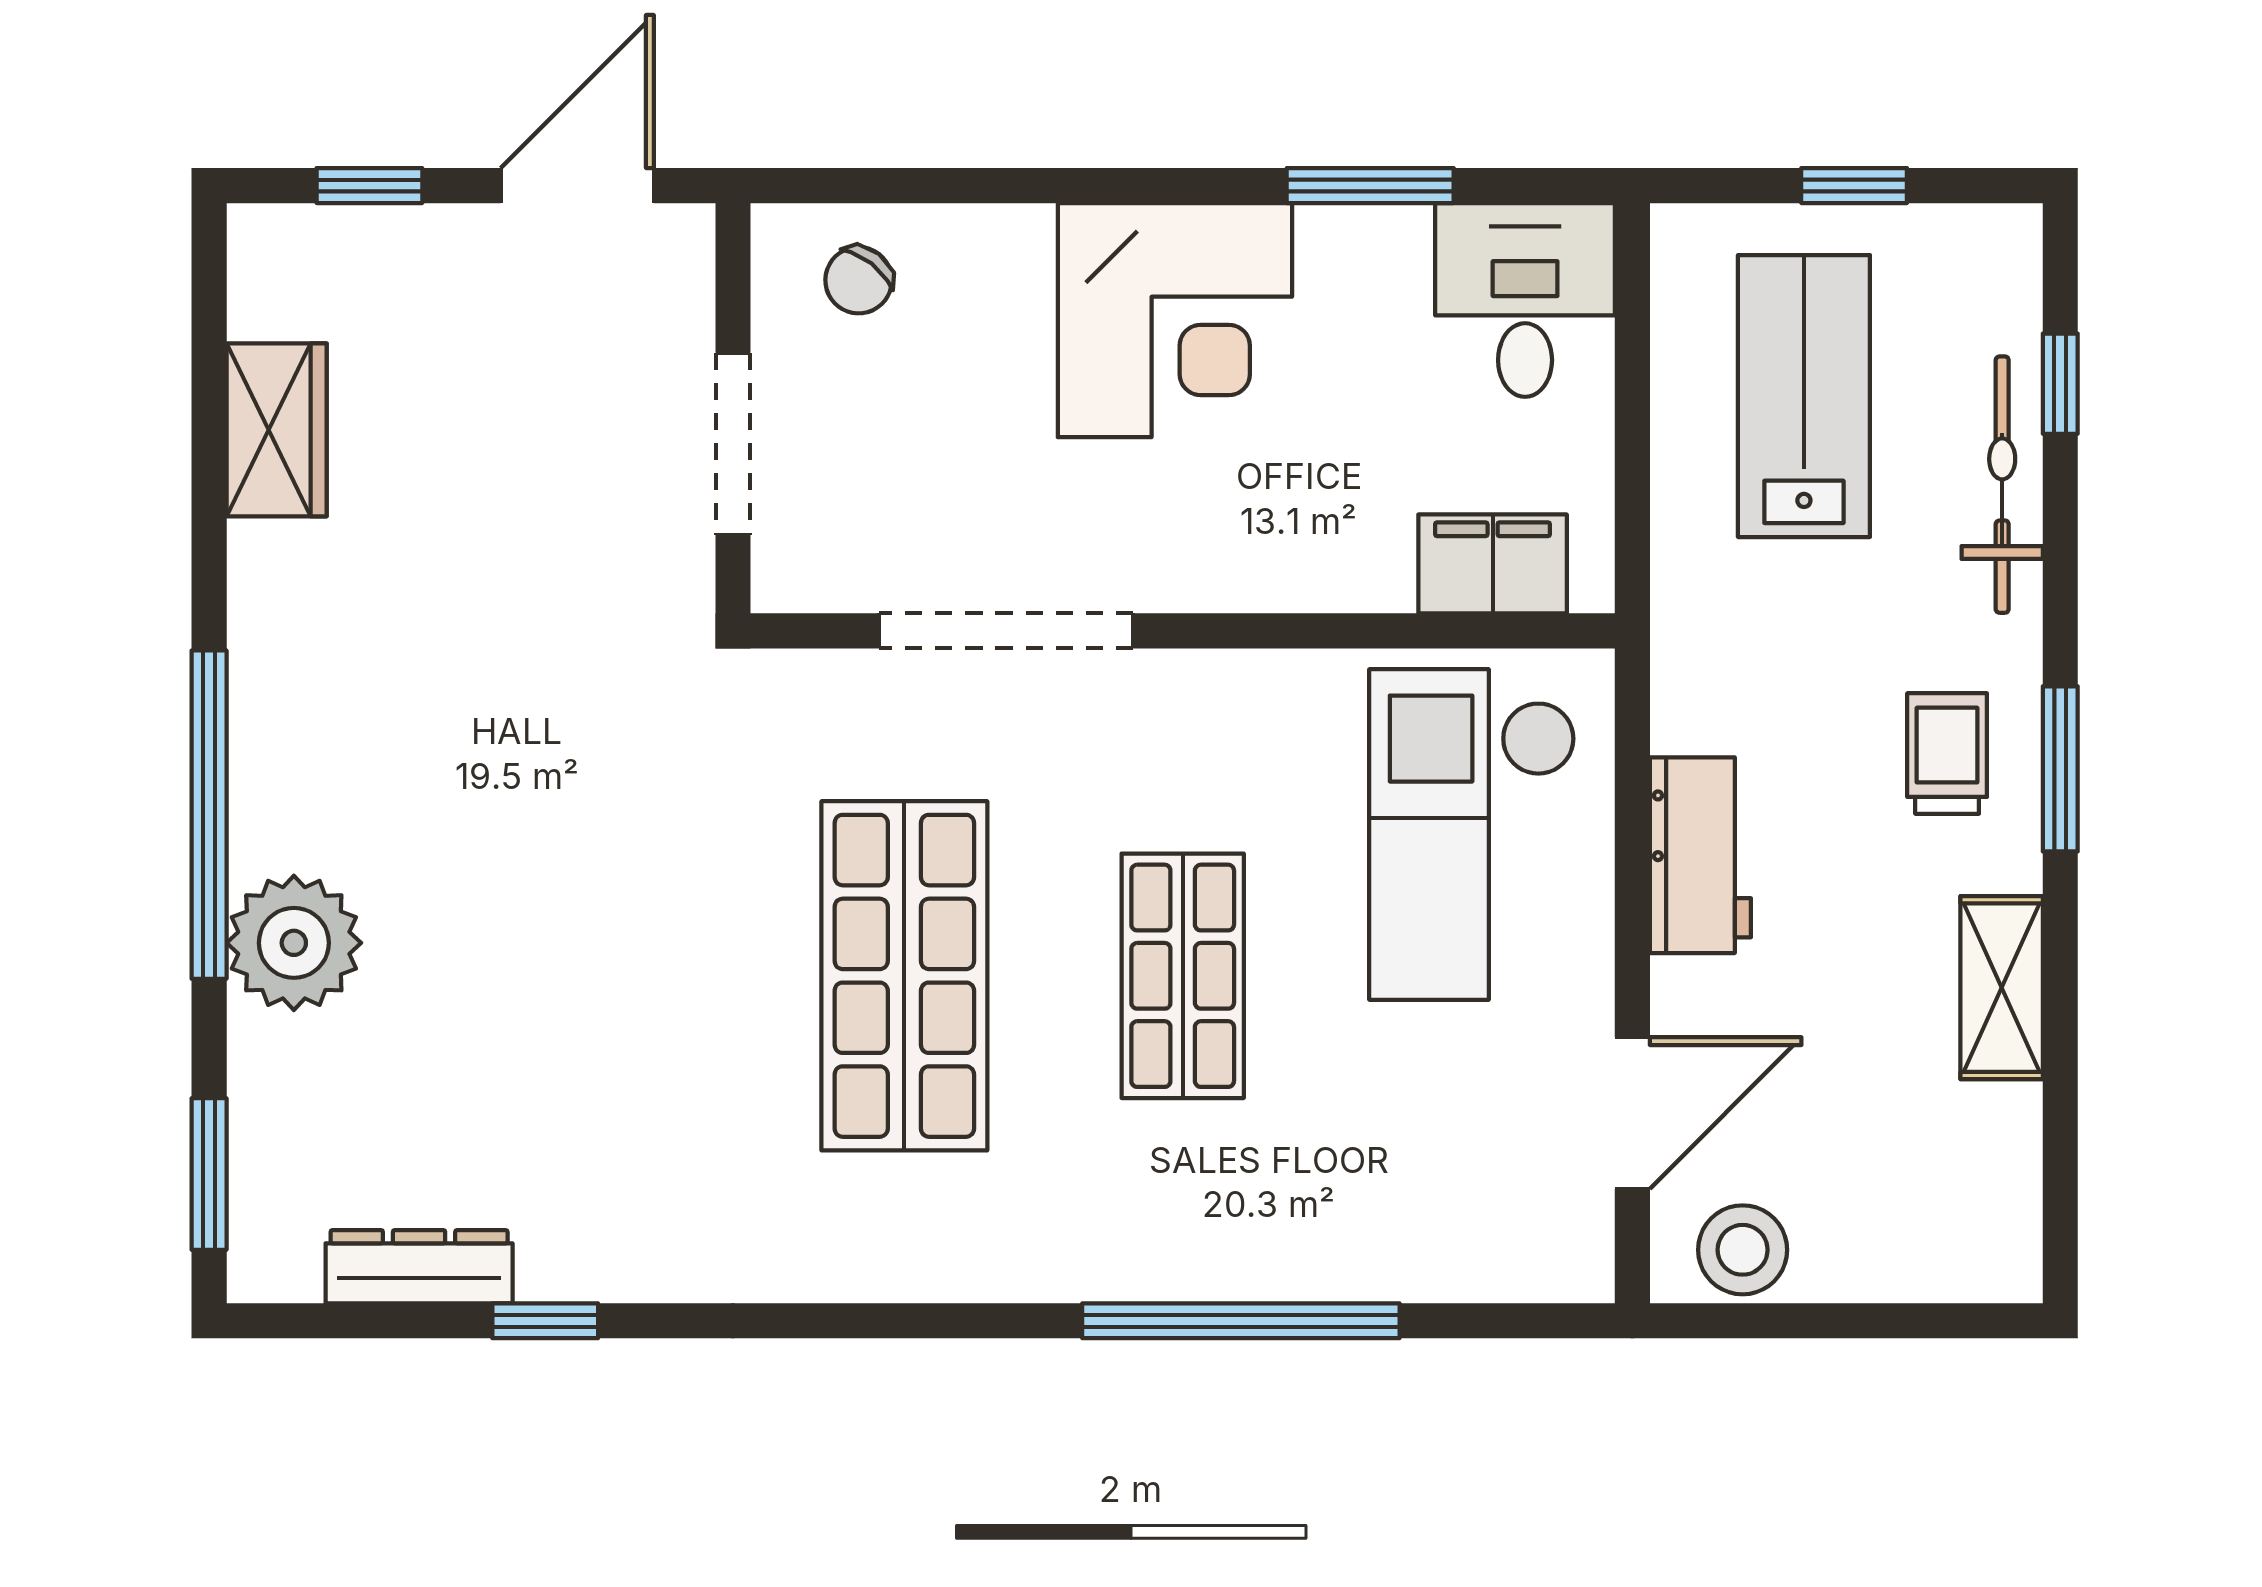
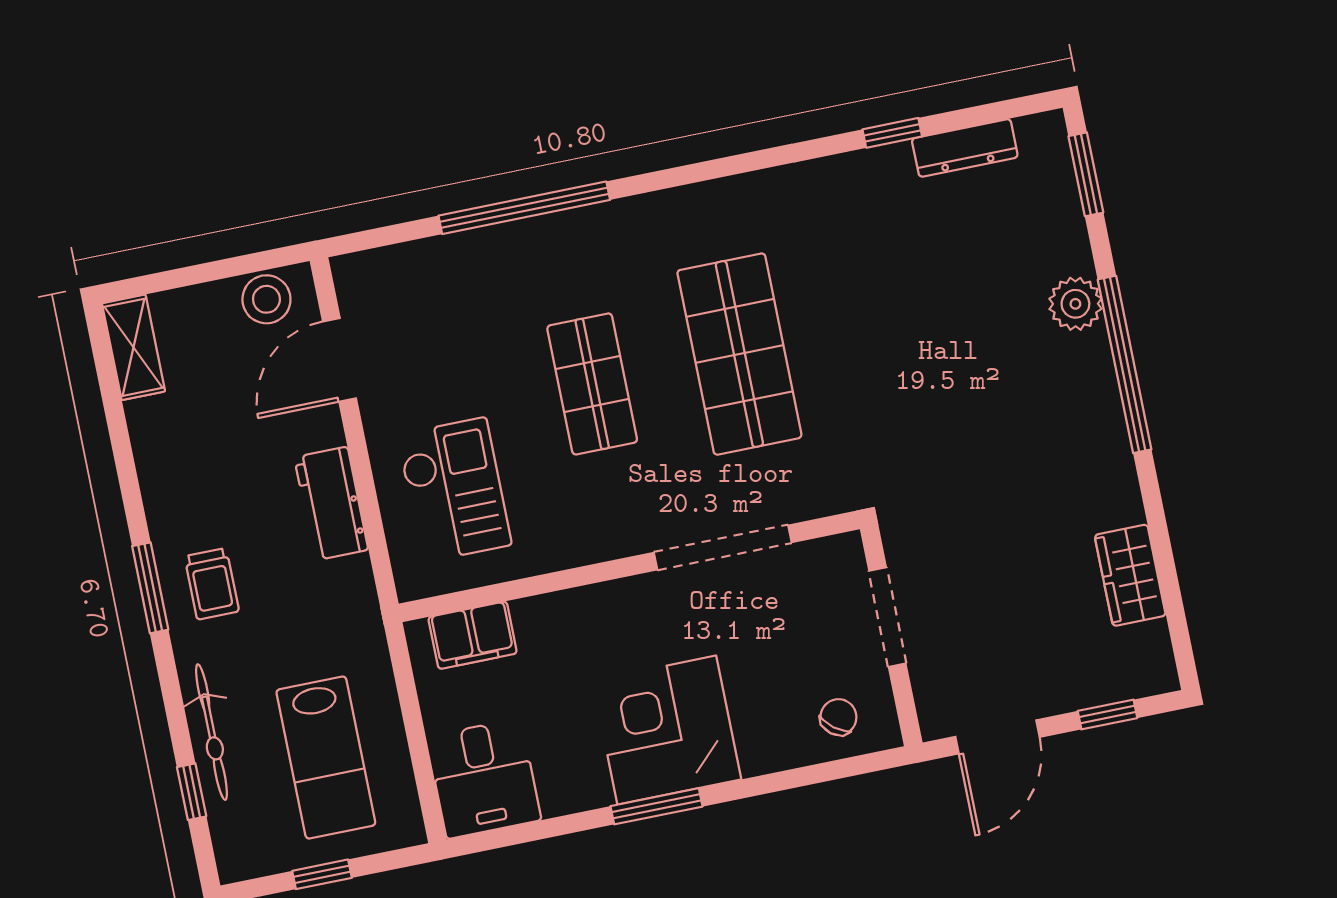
window: (1370, 186) -> (656, 806), moved
checkout: (1472, 835) -> (454, 490), width x0.73, depth x0.83
plant: (294, 943) -> (1075, 304), width x0.73, depth x0.73
shelving: (2002, 988) -> (134, 347), moved

